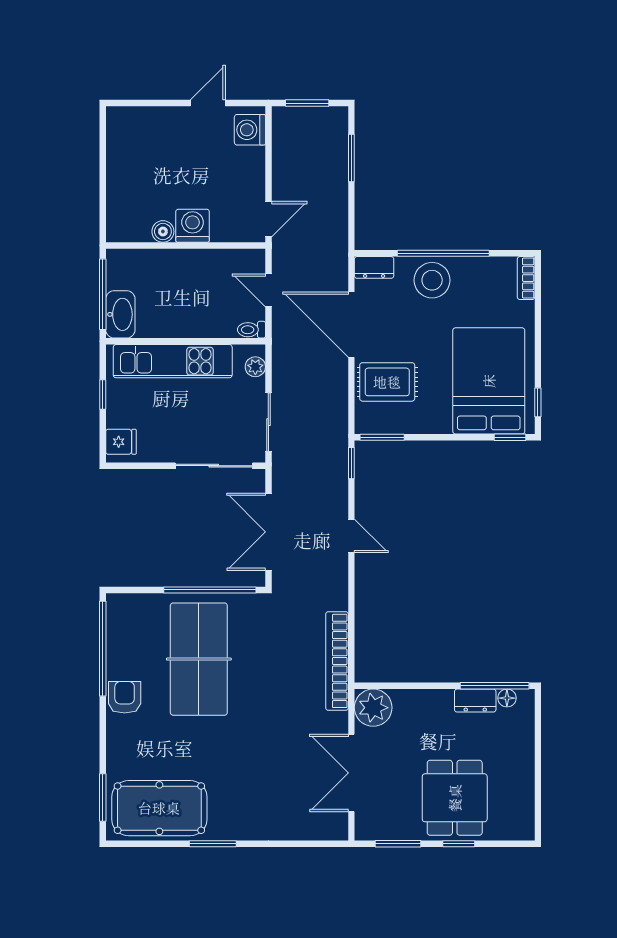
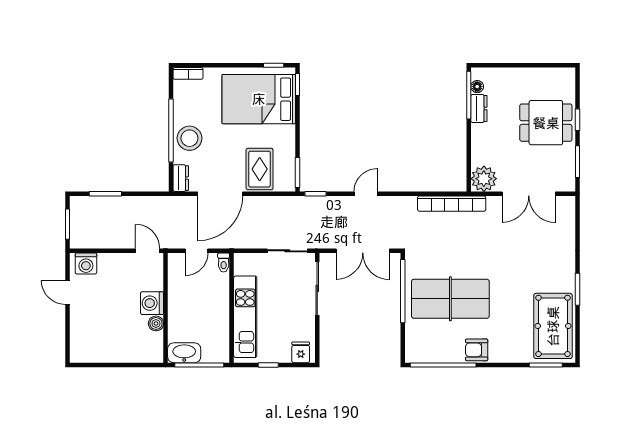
washbasin: (120, 314) -> (184, 353), moved
plant: (255, 367) -> (249, 260), removed

